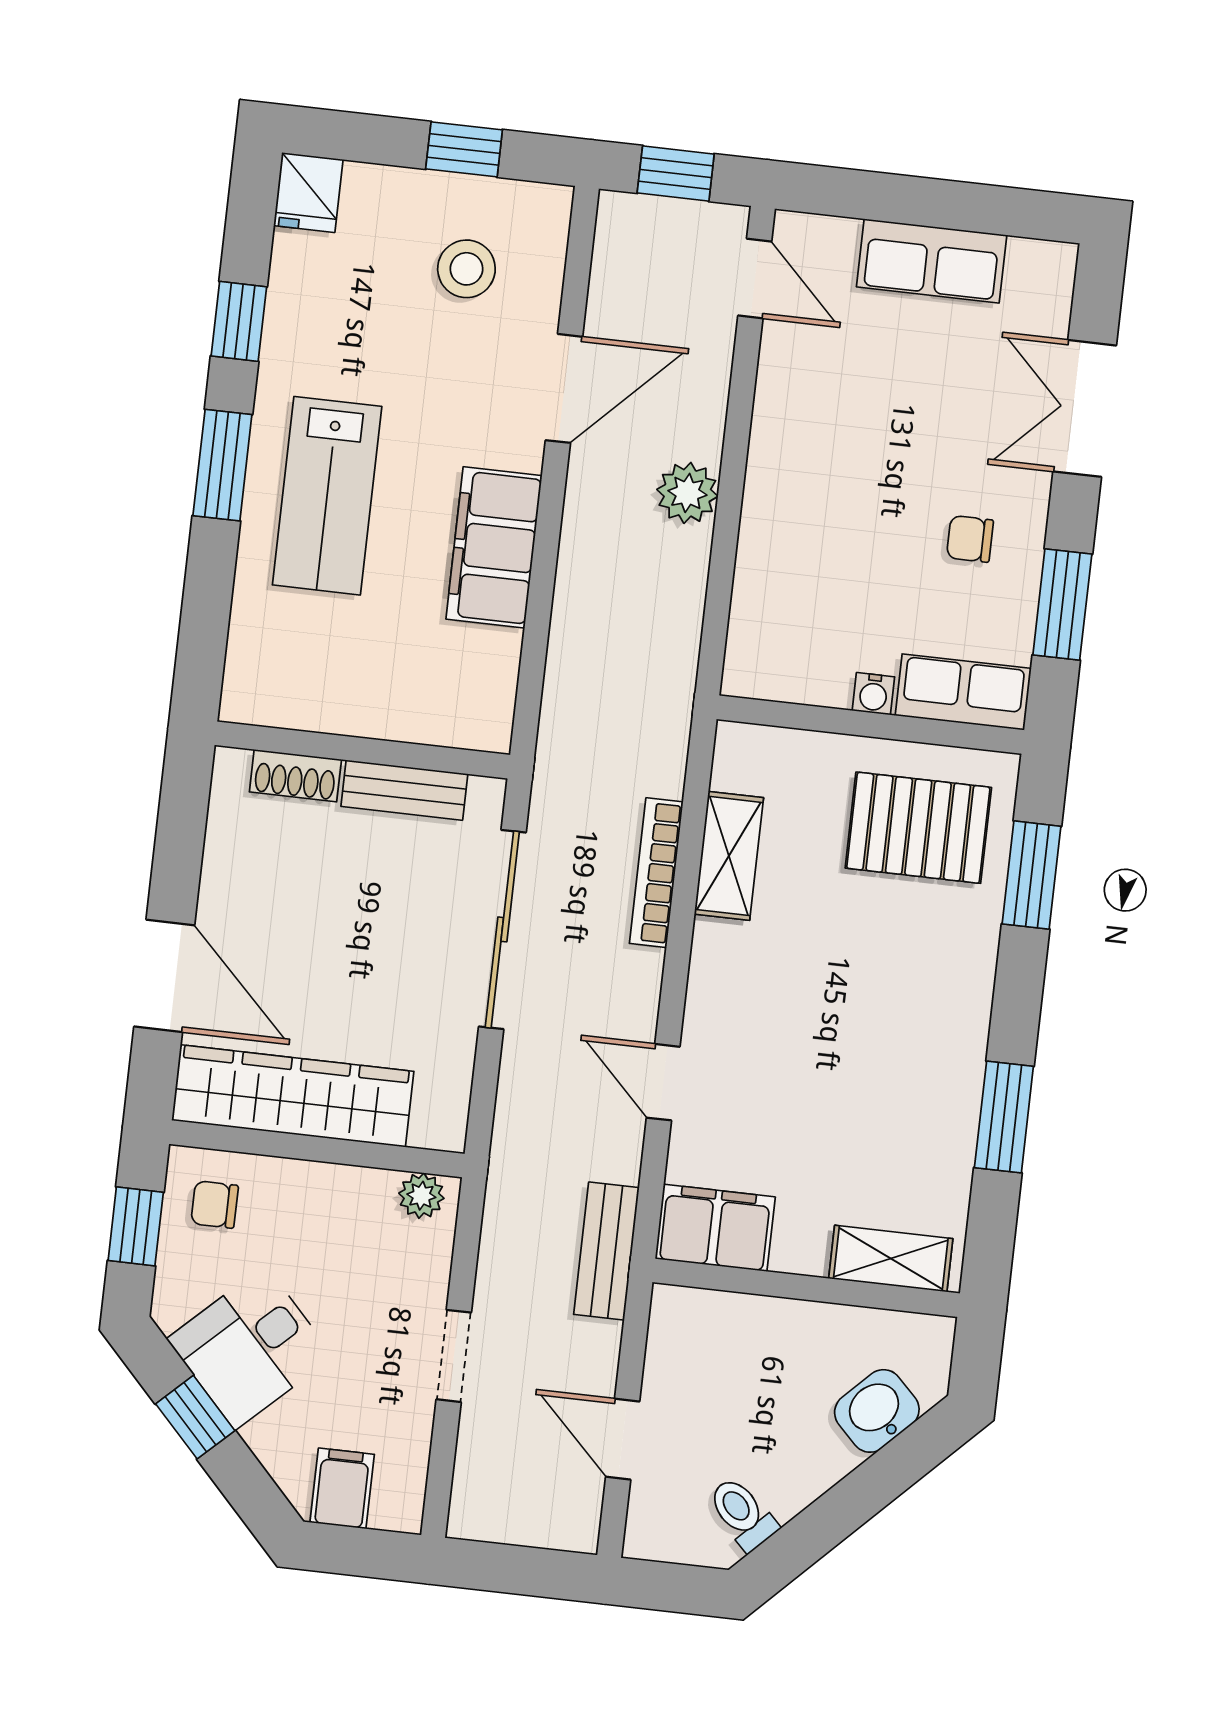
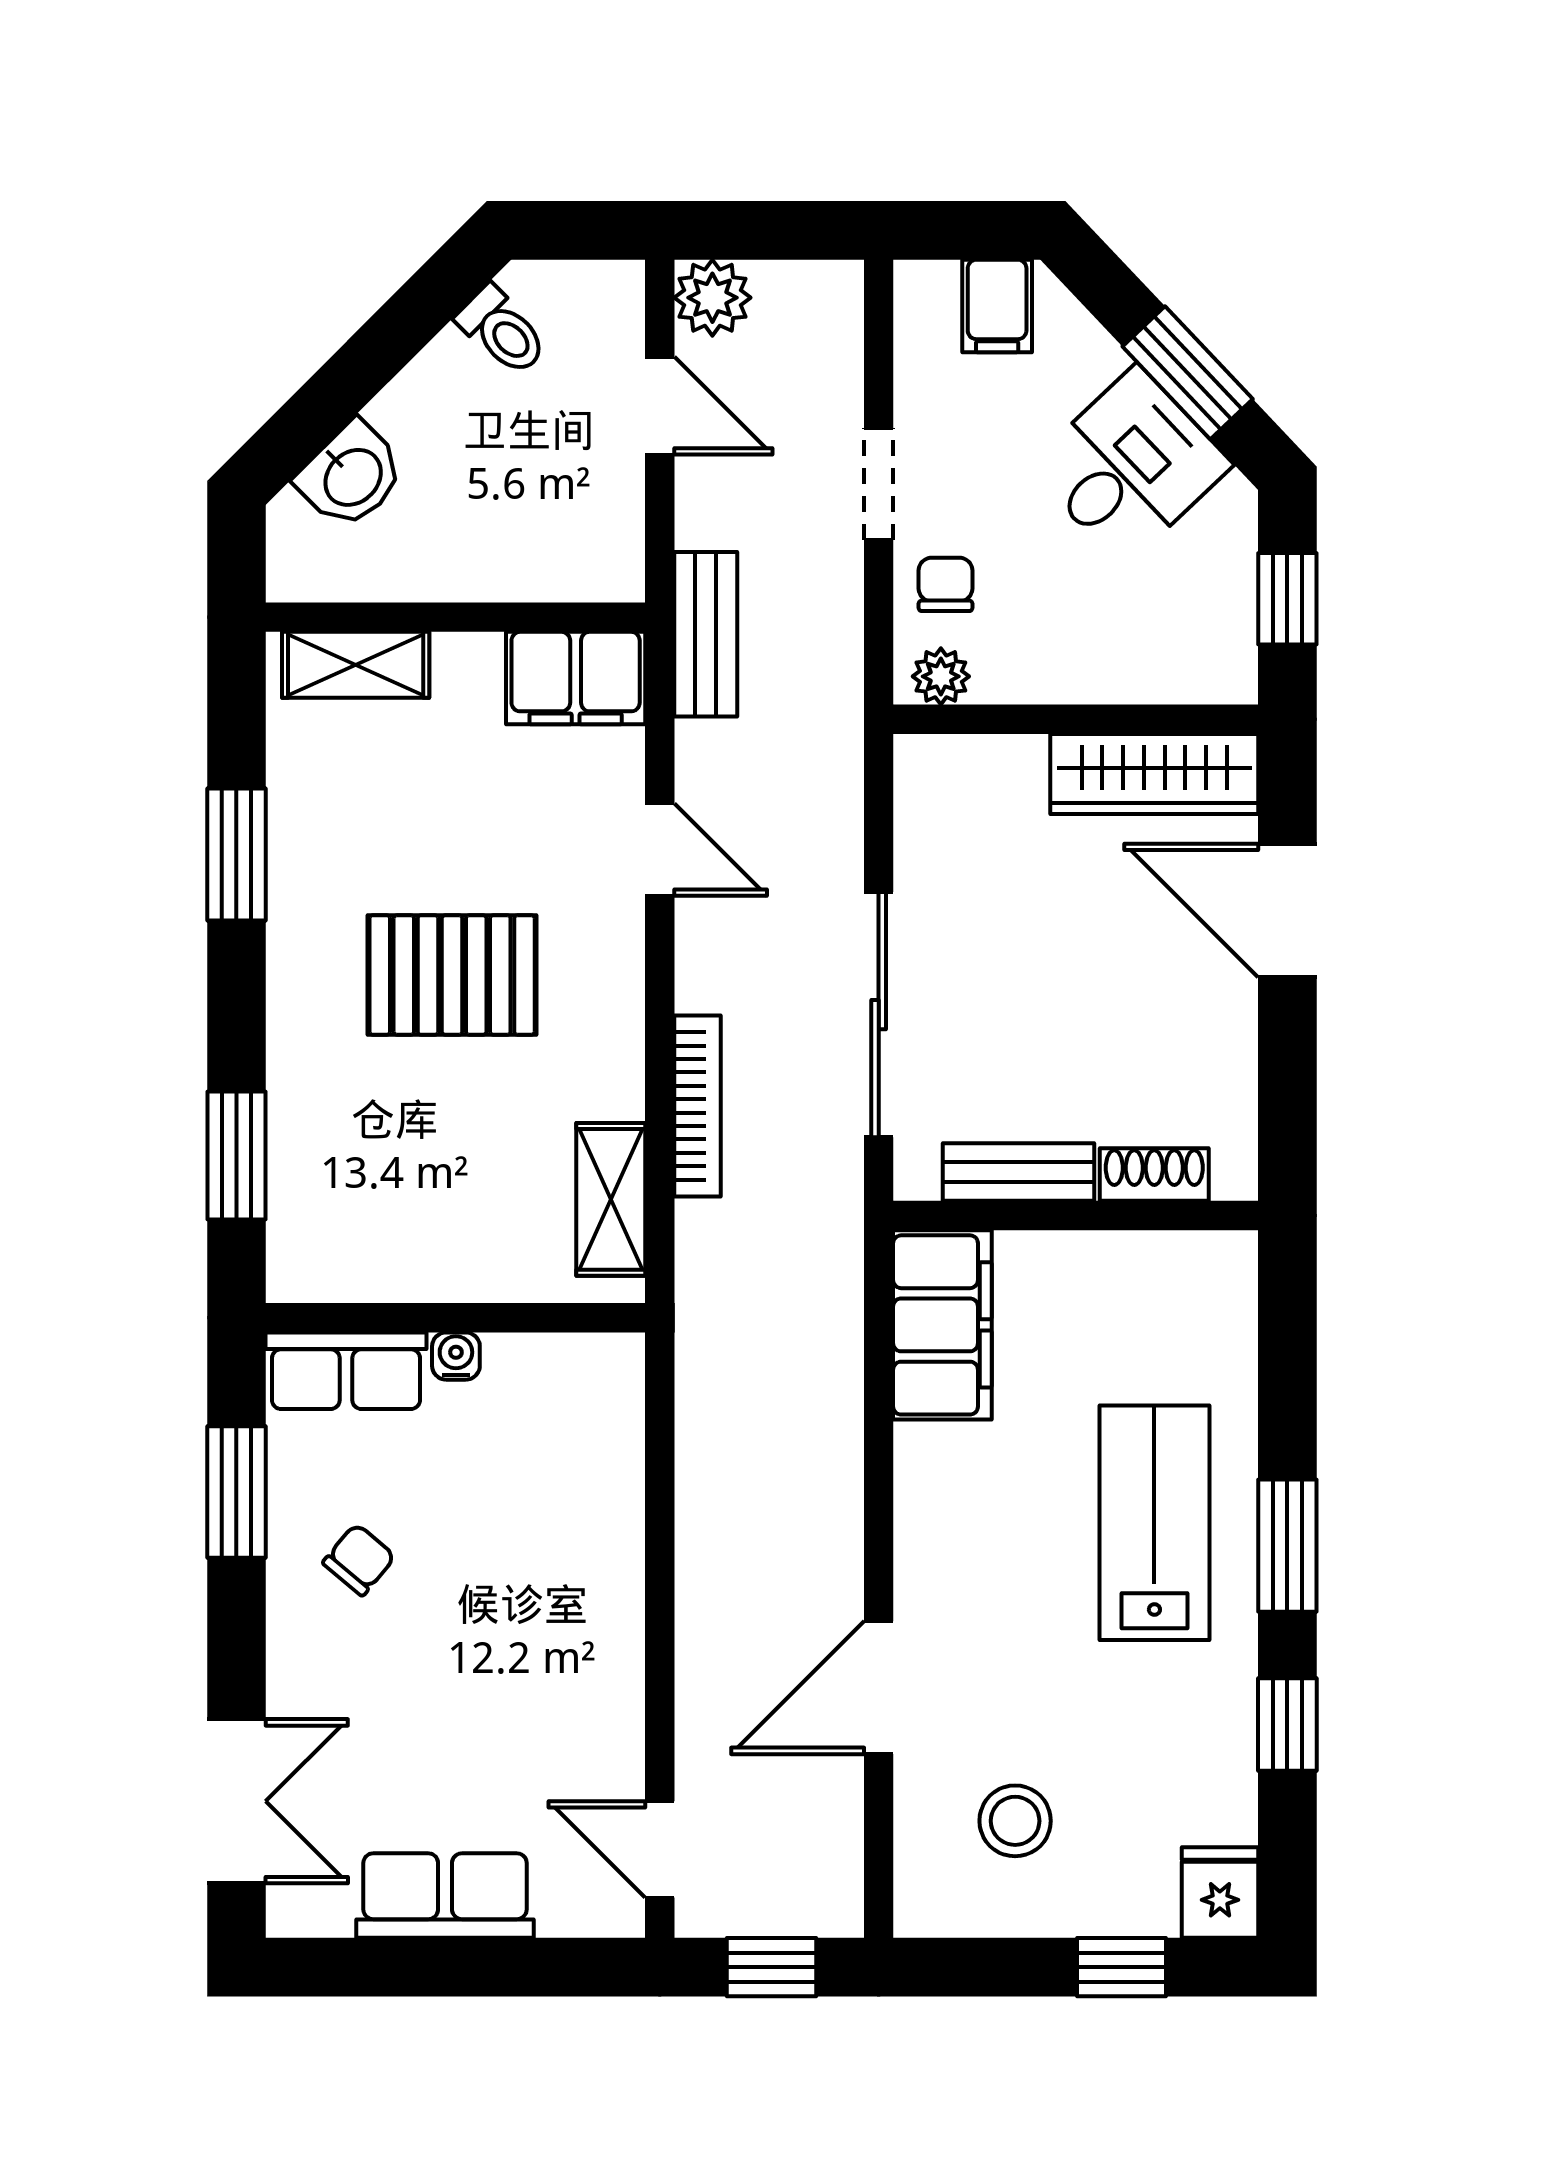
window: (464, 149) -> (1121, 1967), moved
double door: (1085, 408) -> (236, 1801), moved
plant: (687, 493) -> (712, 298), moved
chair: (970, 539) -> (359, 1560), turned -50
filing cabinet: (494, 547) -> (942, 1325), moved
pallet: (918, 828) -> (452, 975), moved
shelving: (729, 856) -> (611, 1199), moved
wardrobe: (293, 1096) -> (1154, 774), width x0.71, depth x0.85
chair: (215, 1205) -> (946, 584), moved, turned -90
window: (195, 1417) -> (1188, 373), width x1.50

